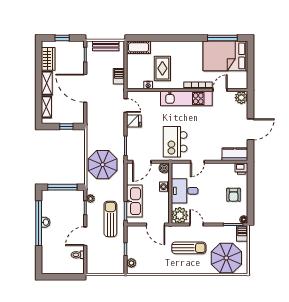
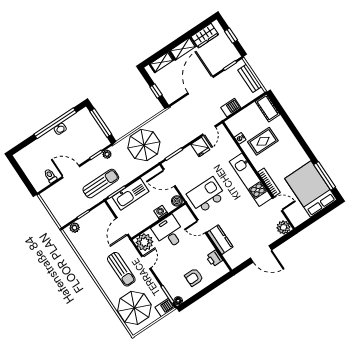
kitchen counter: (235, 154) -> (220, 240), moved
printer: (241, 169) -> (214, 258), moved

